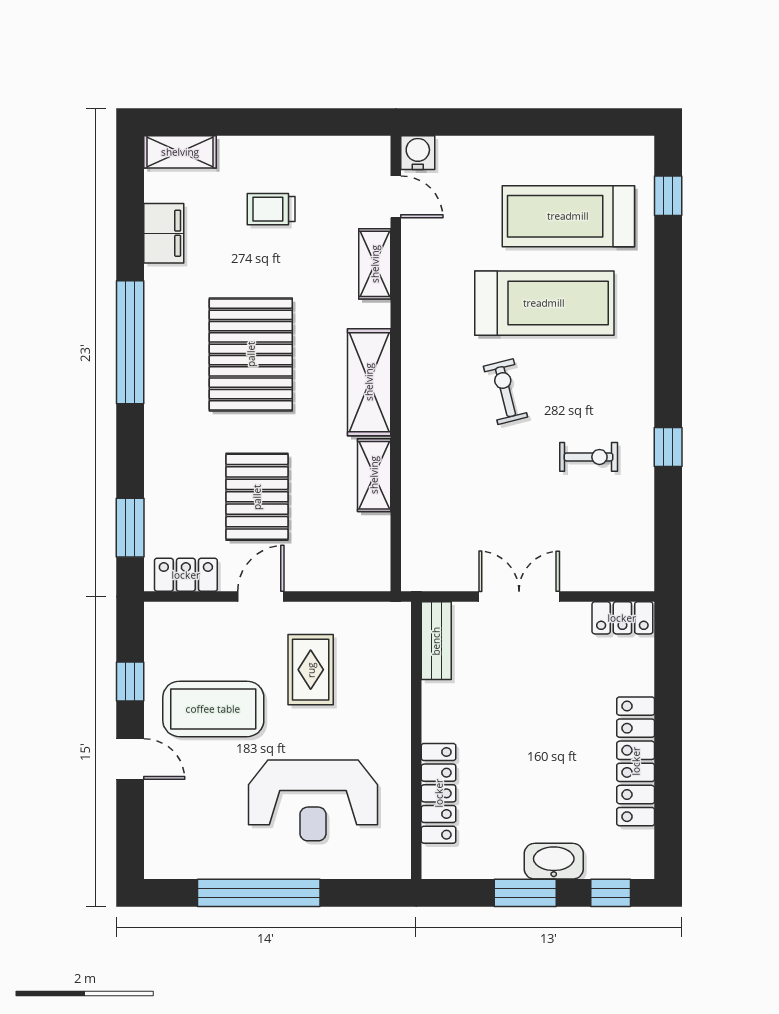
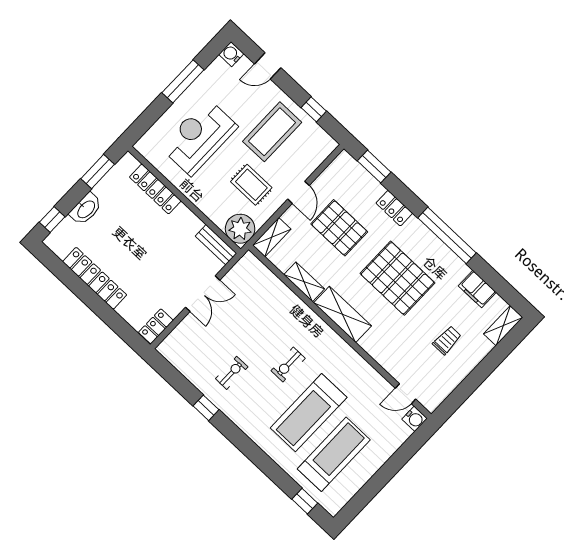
shelving: (375, 264) -> (272, 237), moved, turned 90
exercise bike: (506, 392) -> (288, 365), turned 104
exercise bike: (589, 457) -> (232, 373), turned 180
locker: (186, 575) -> (394, 208), moved, turned 90
plant: (384, 629) -> (240, 229), added
door: (130, 759) -> (268, 66), moved
water cooler: (161, 863) -> (231, 54), added
window: (259, 893) -> (183, 81), width x0.68
window: (525, 893) -> (98, 172), moved

